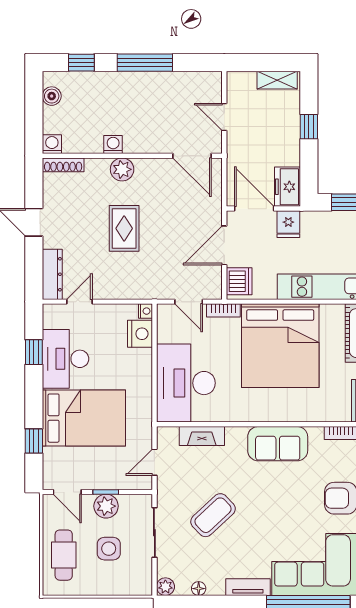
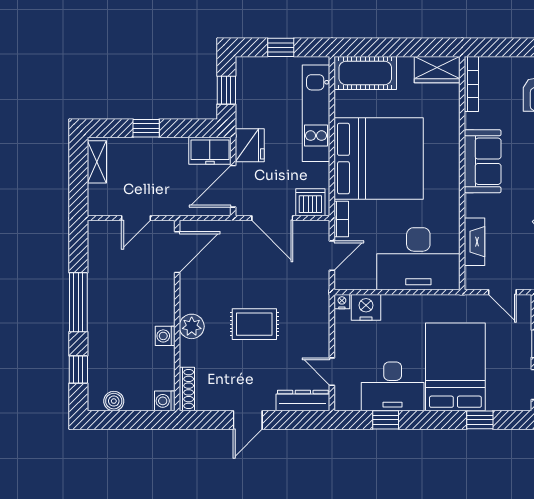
fridge: (288, 224) -> (250, 145), width x1.38

